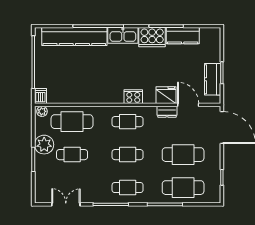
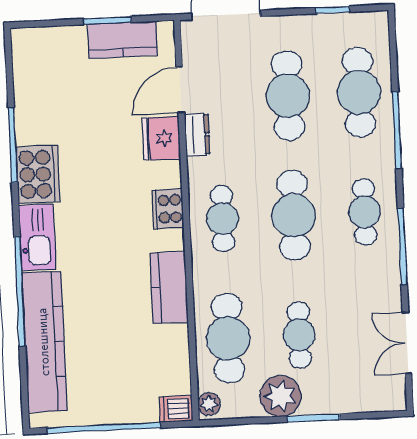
kitchen counter: (183, 36) -> (169, 288), moved, turned 180
cafe table: (128, 155) -> (294, 215), width x1.37, depth x1.35

